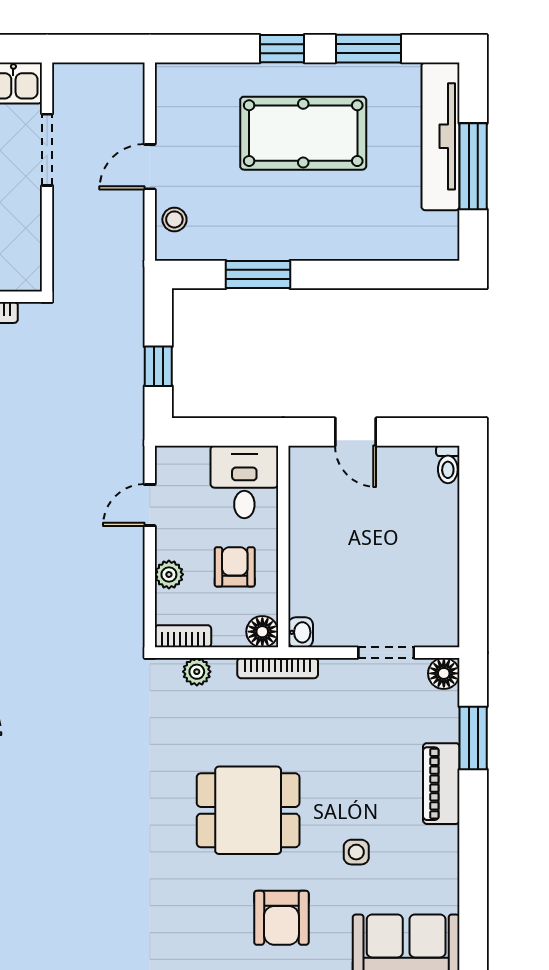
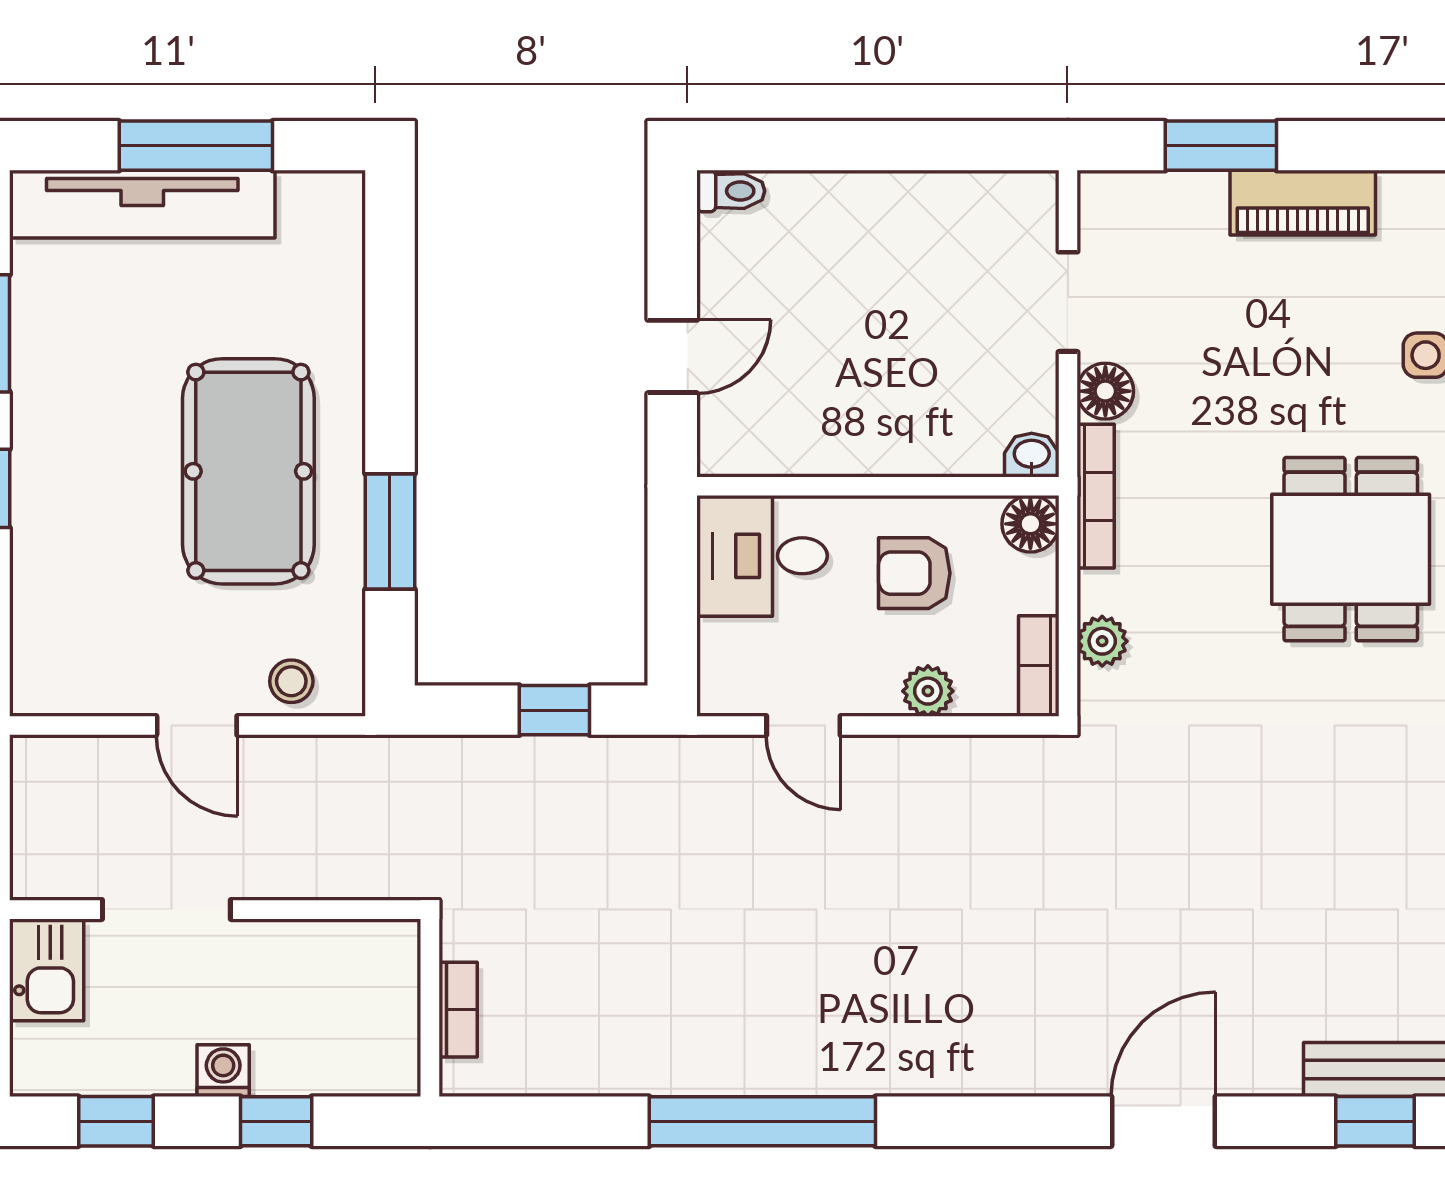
pool table: (303, 133) -> (248, 471), moved
floor lamp: (444, 673) -> (1105, 391), moved

